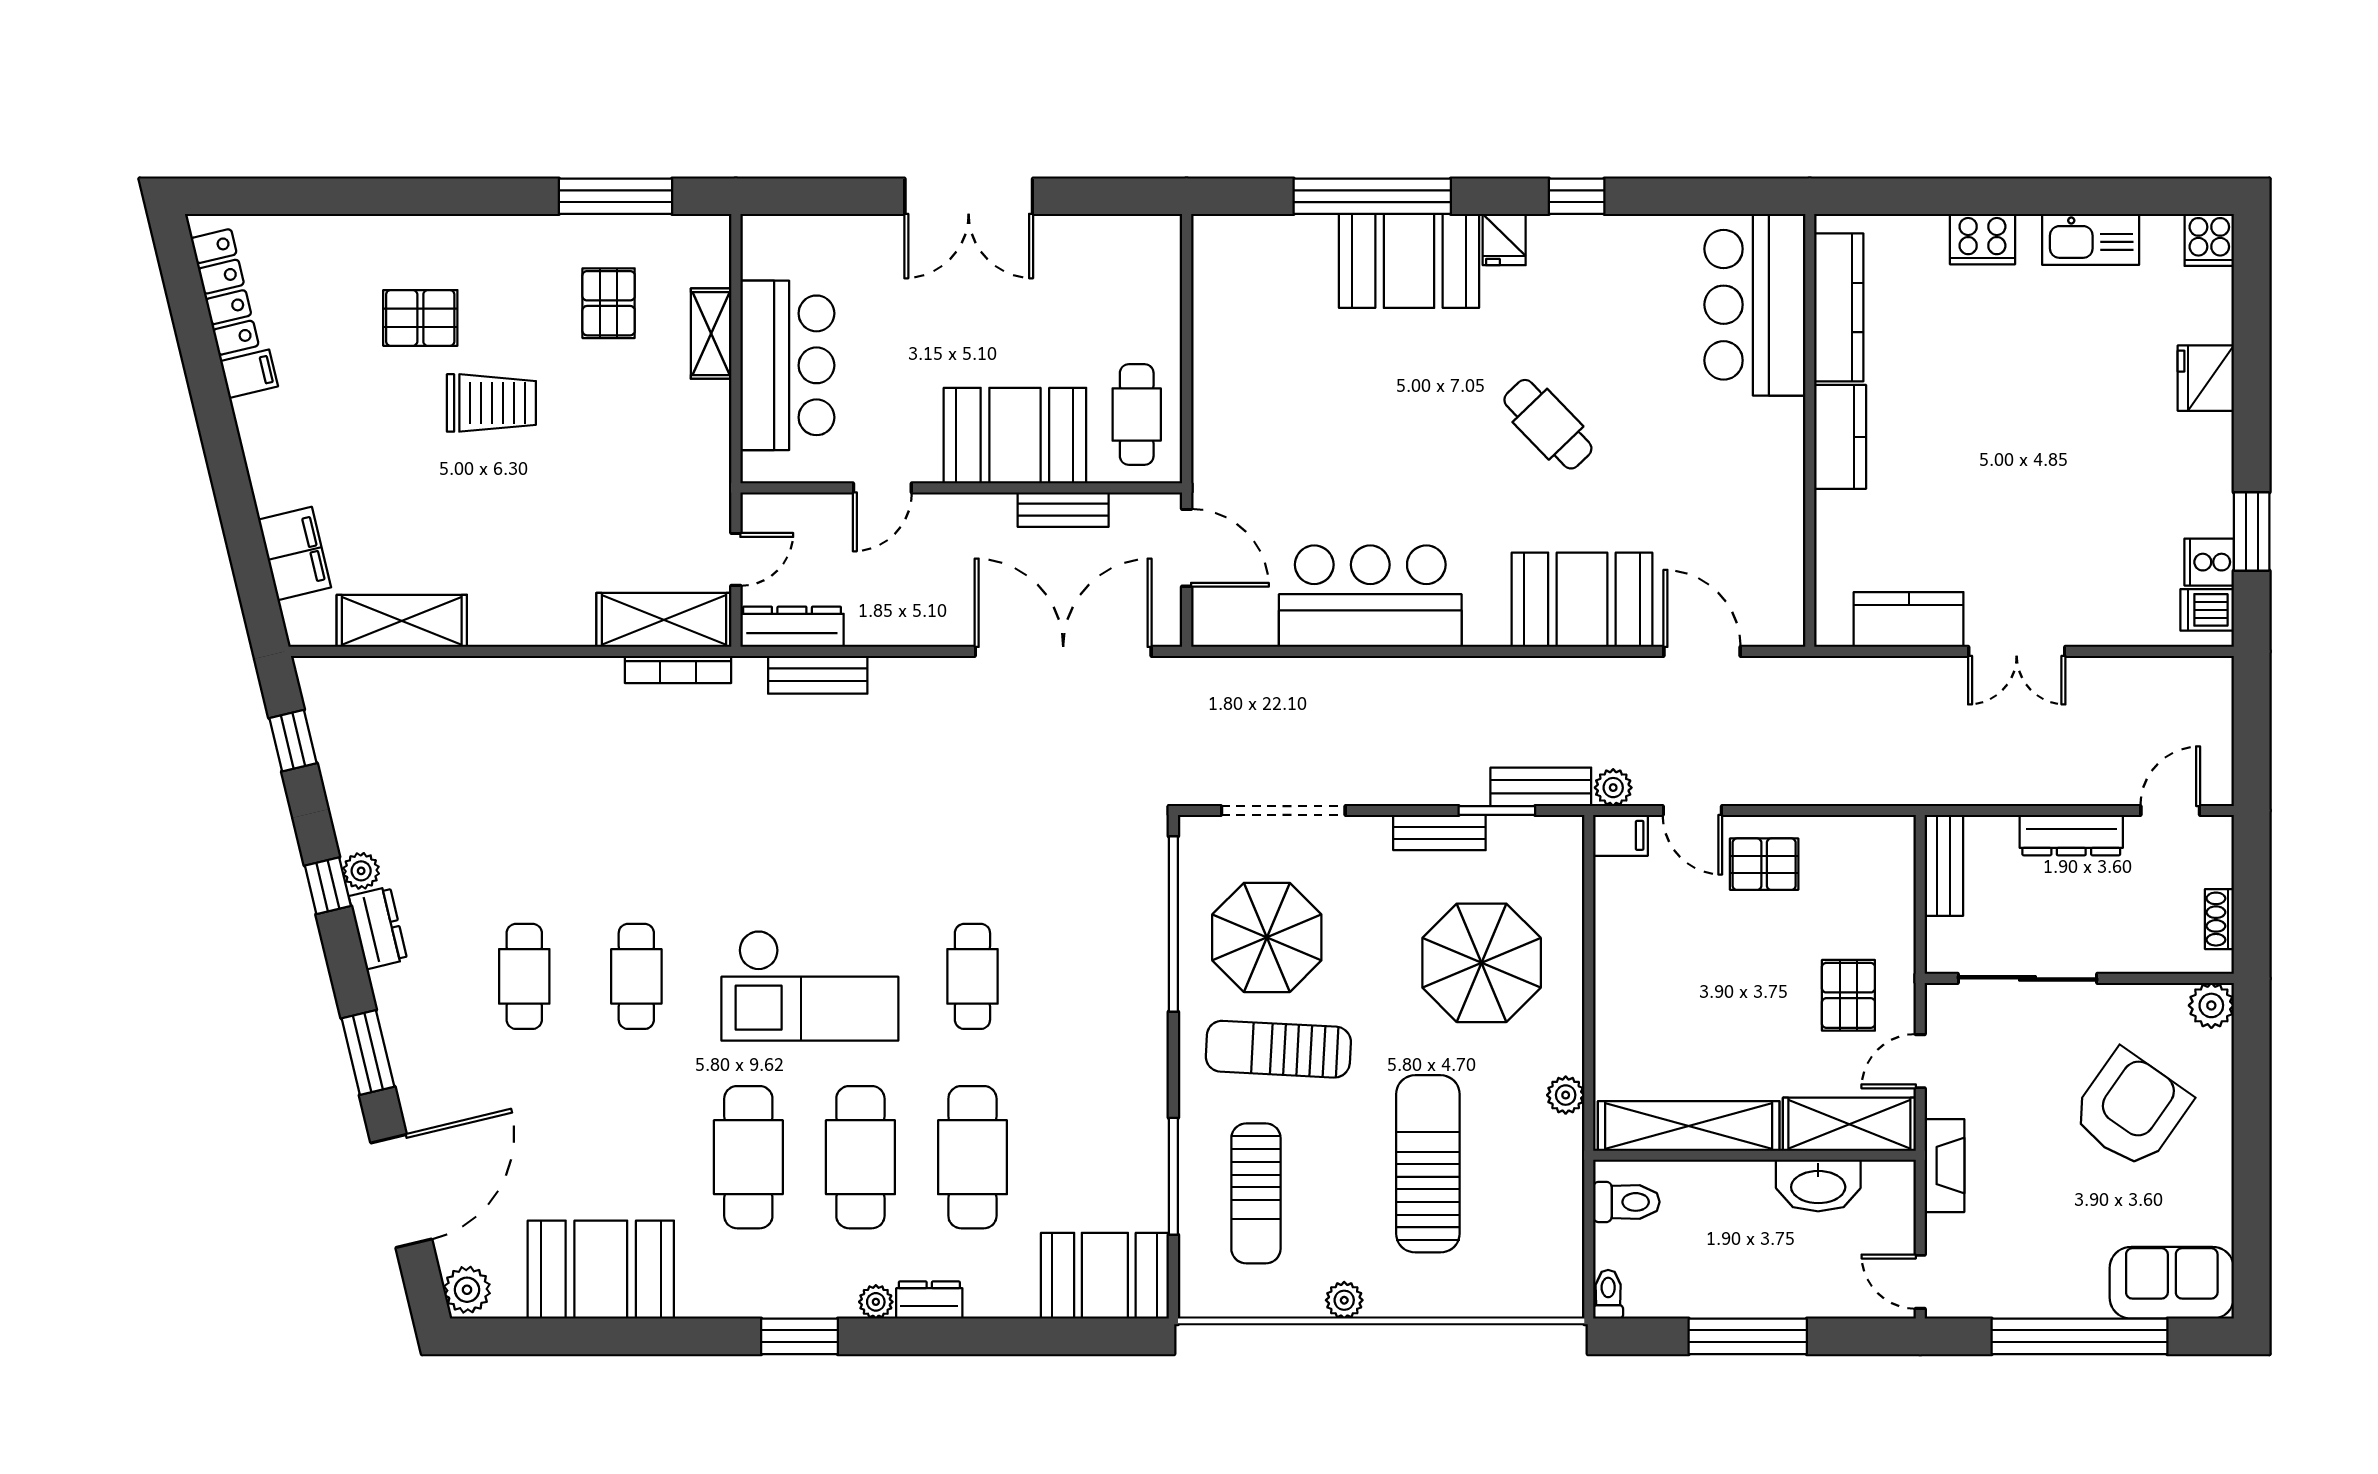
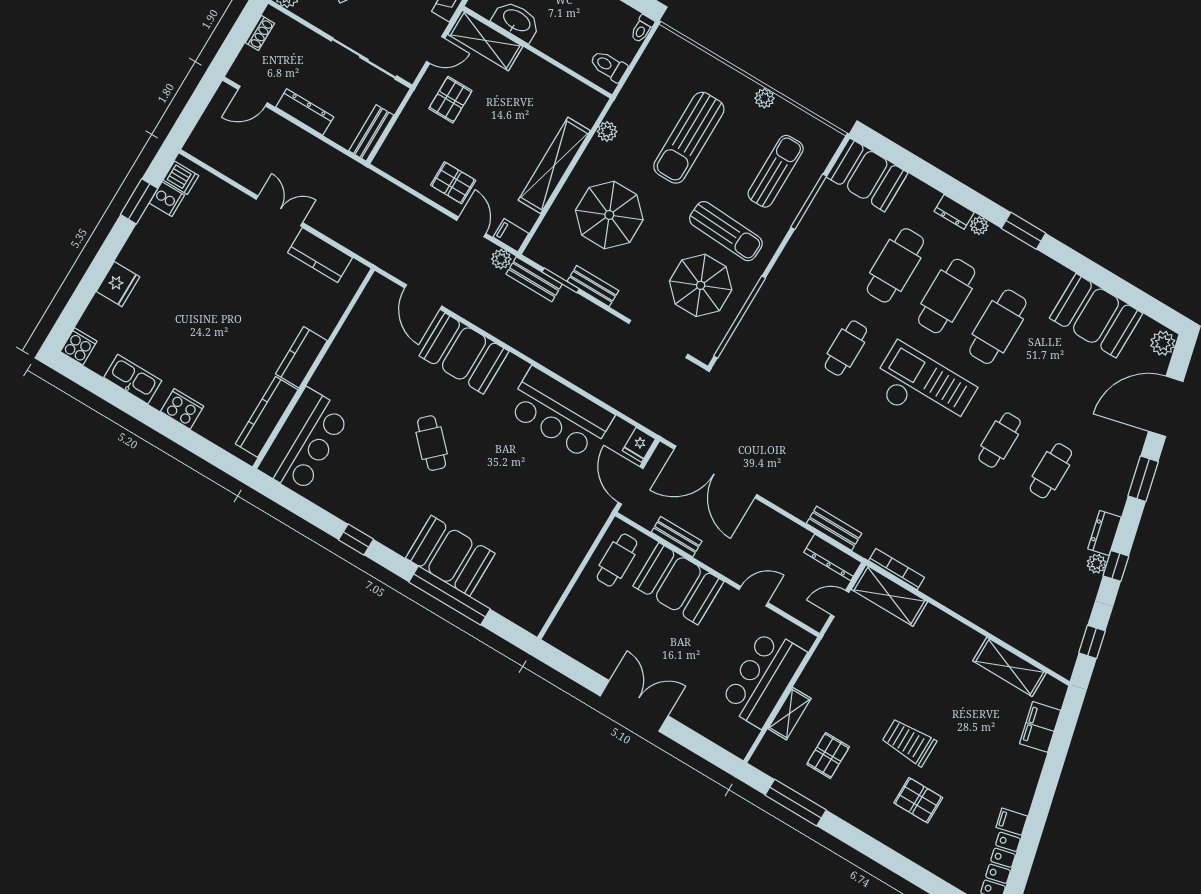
fridge: (1504, 239) -> (639, 445), moved, turned 180
shelving: (1689, 1126) -> (554, 165), moved, turned 90

